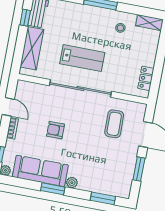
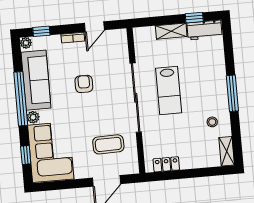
shelving: (32, 48) -> (171, 31), width x0.67, depth x0.75
window: (139, 169) -> (68, 184), removed
corner sofa: (107, 176) -> (51, 152), added
window: (53, 189) -> (21, 99), width x2.11
window: (103, 198) -> (26, 155), width x0.67

